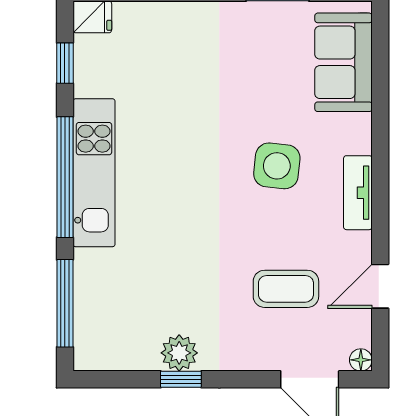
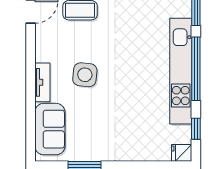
kitchen unit: (94, 173) -> (181, 71), width x1.36
tv unit: (358, 193) -> (42, 82), moved

